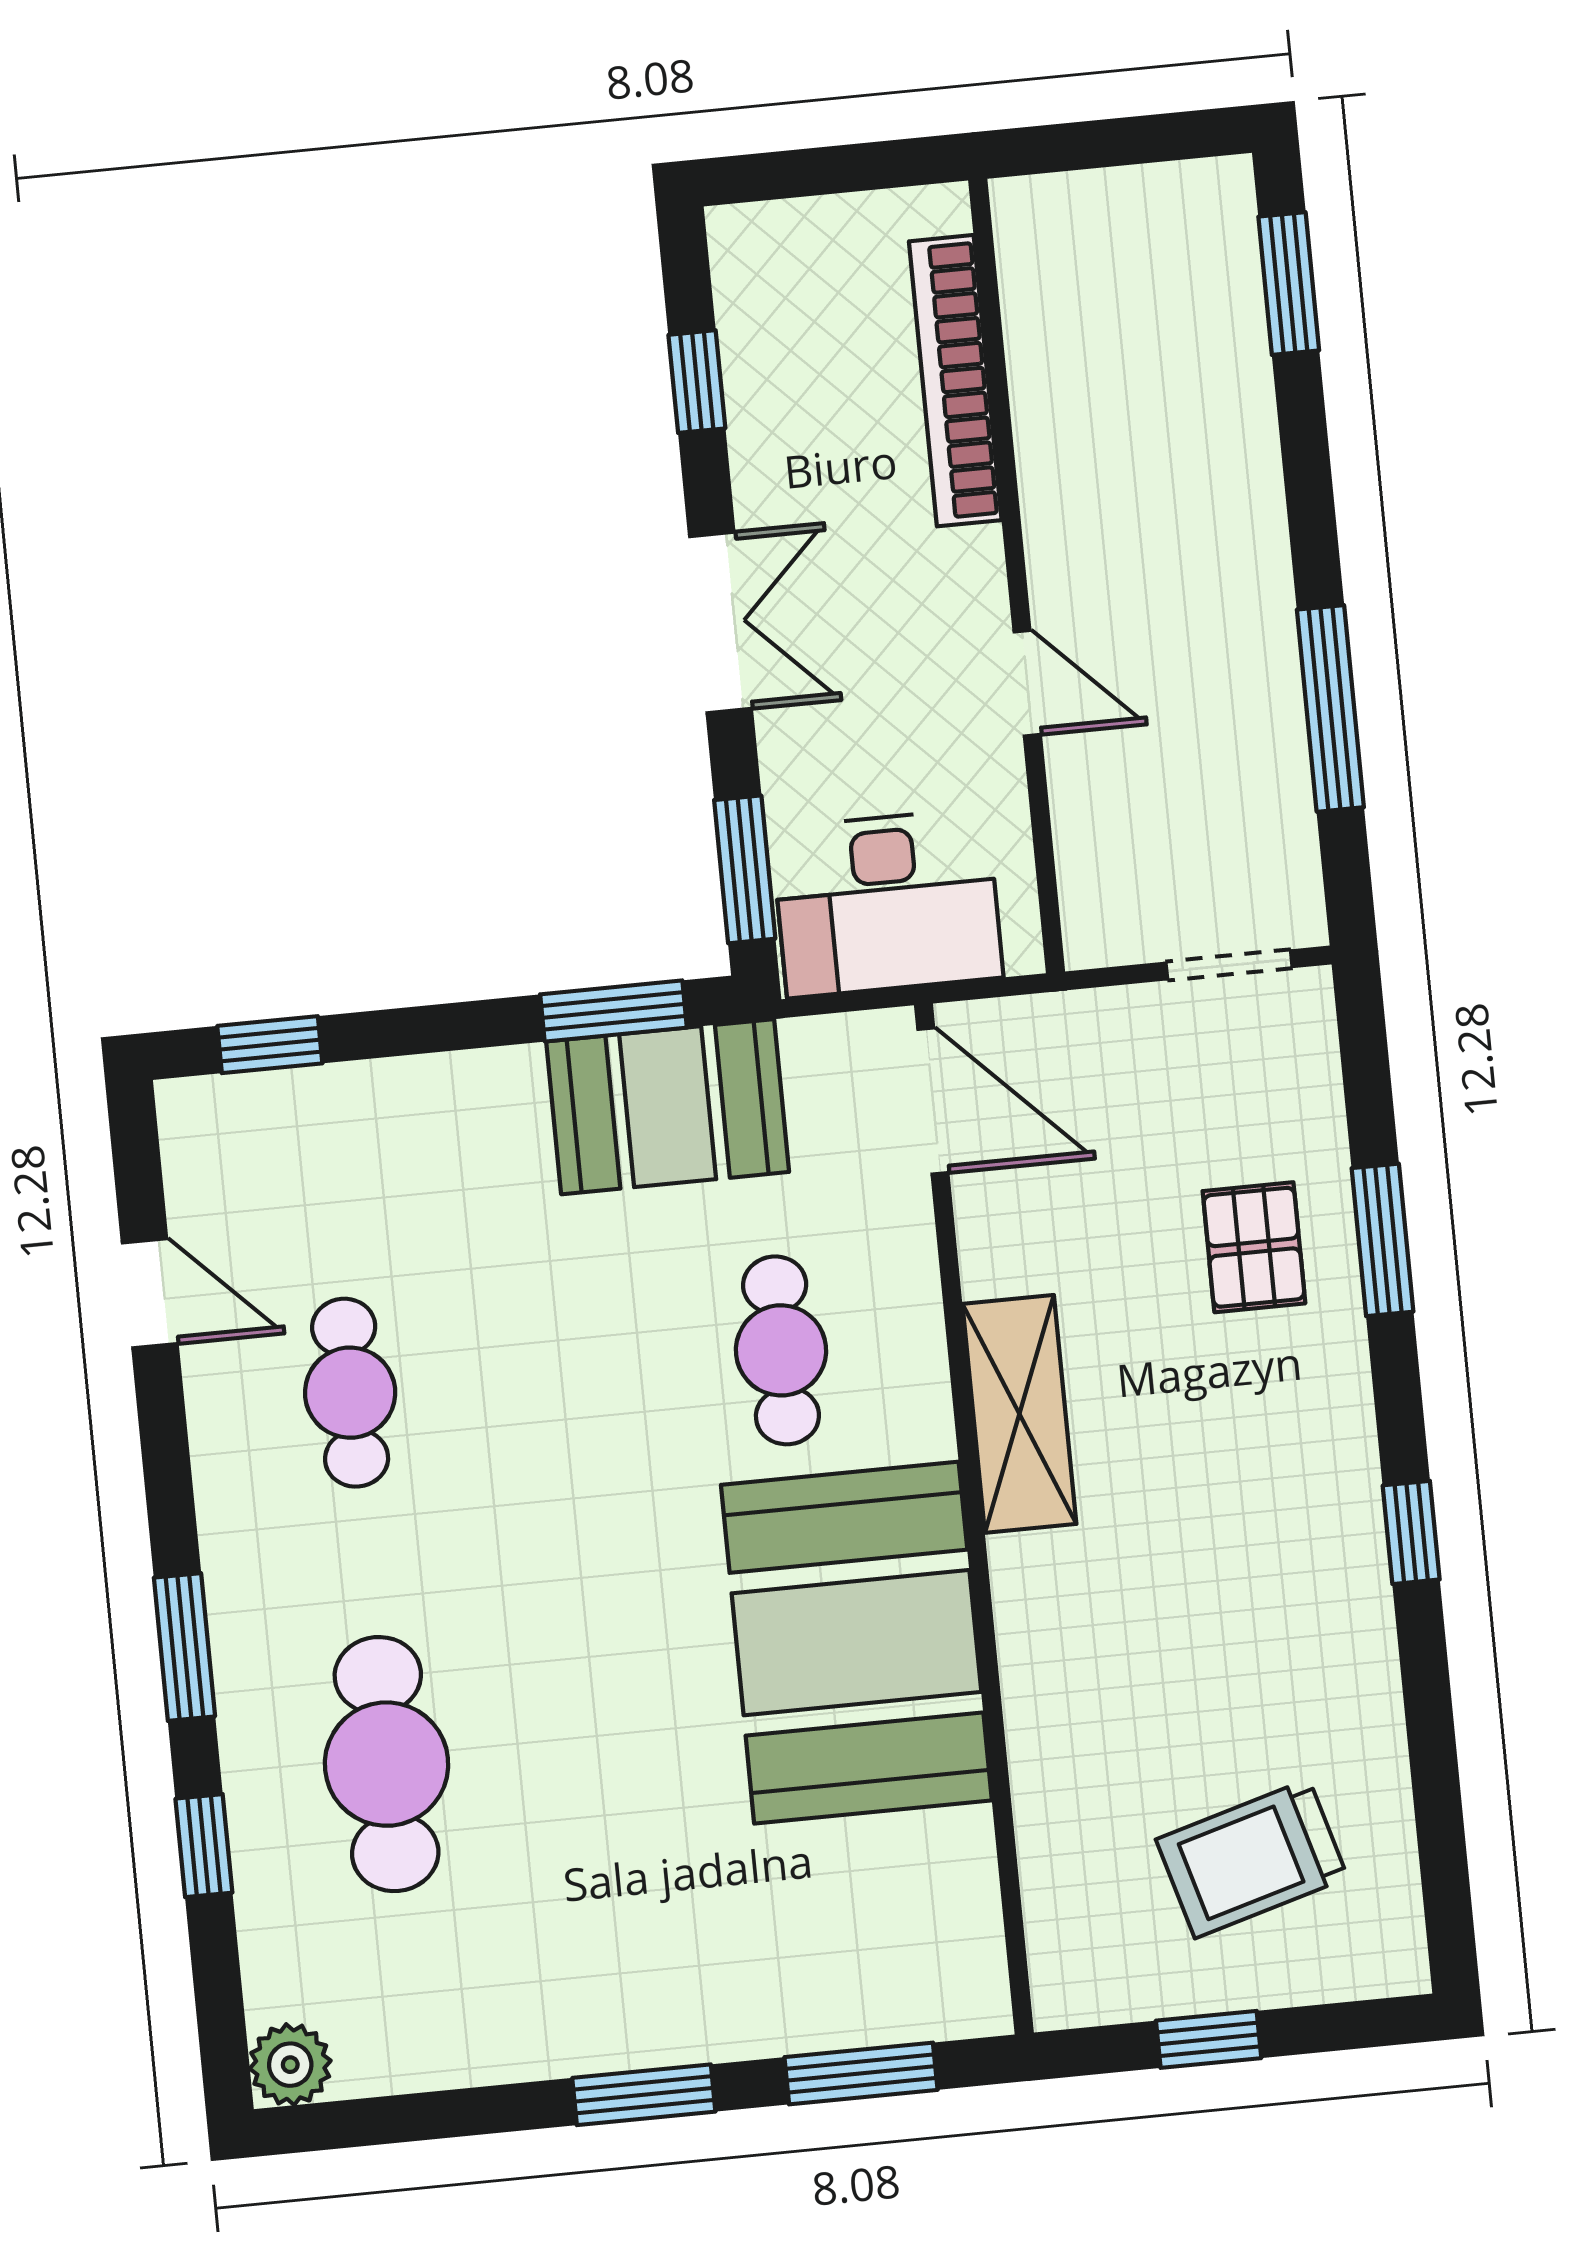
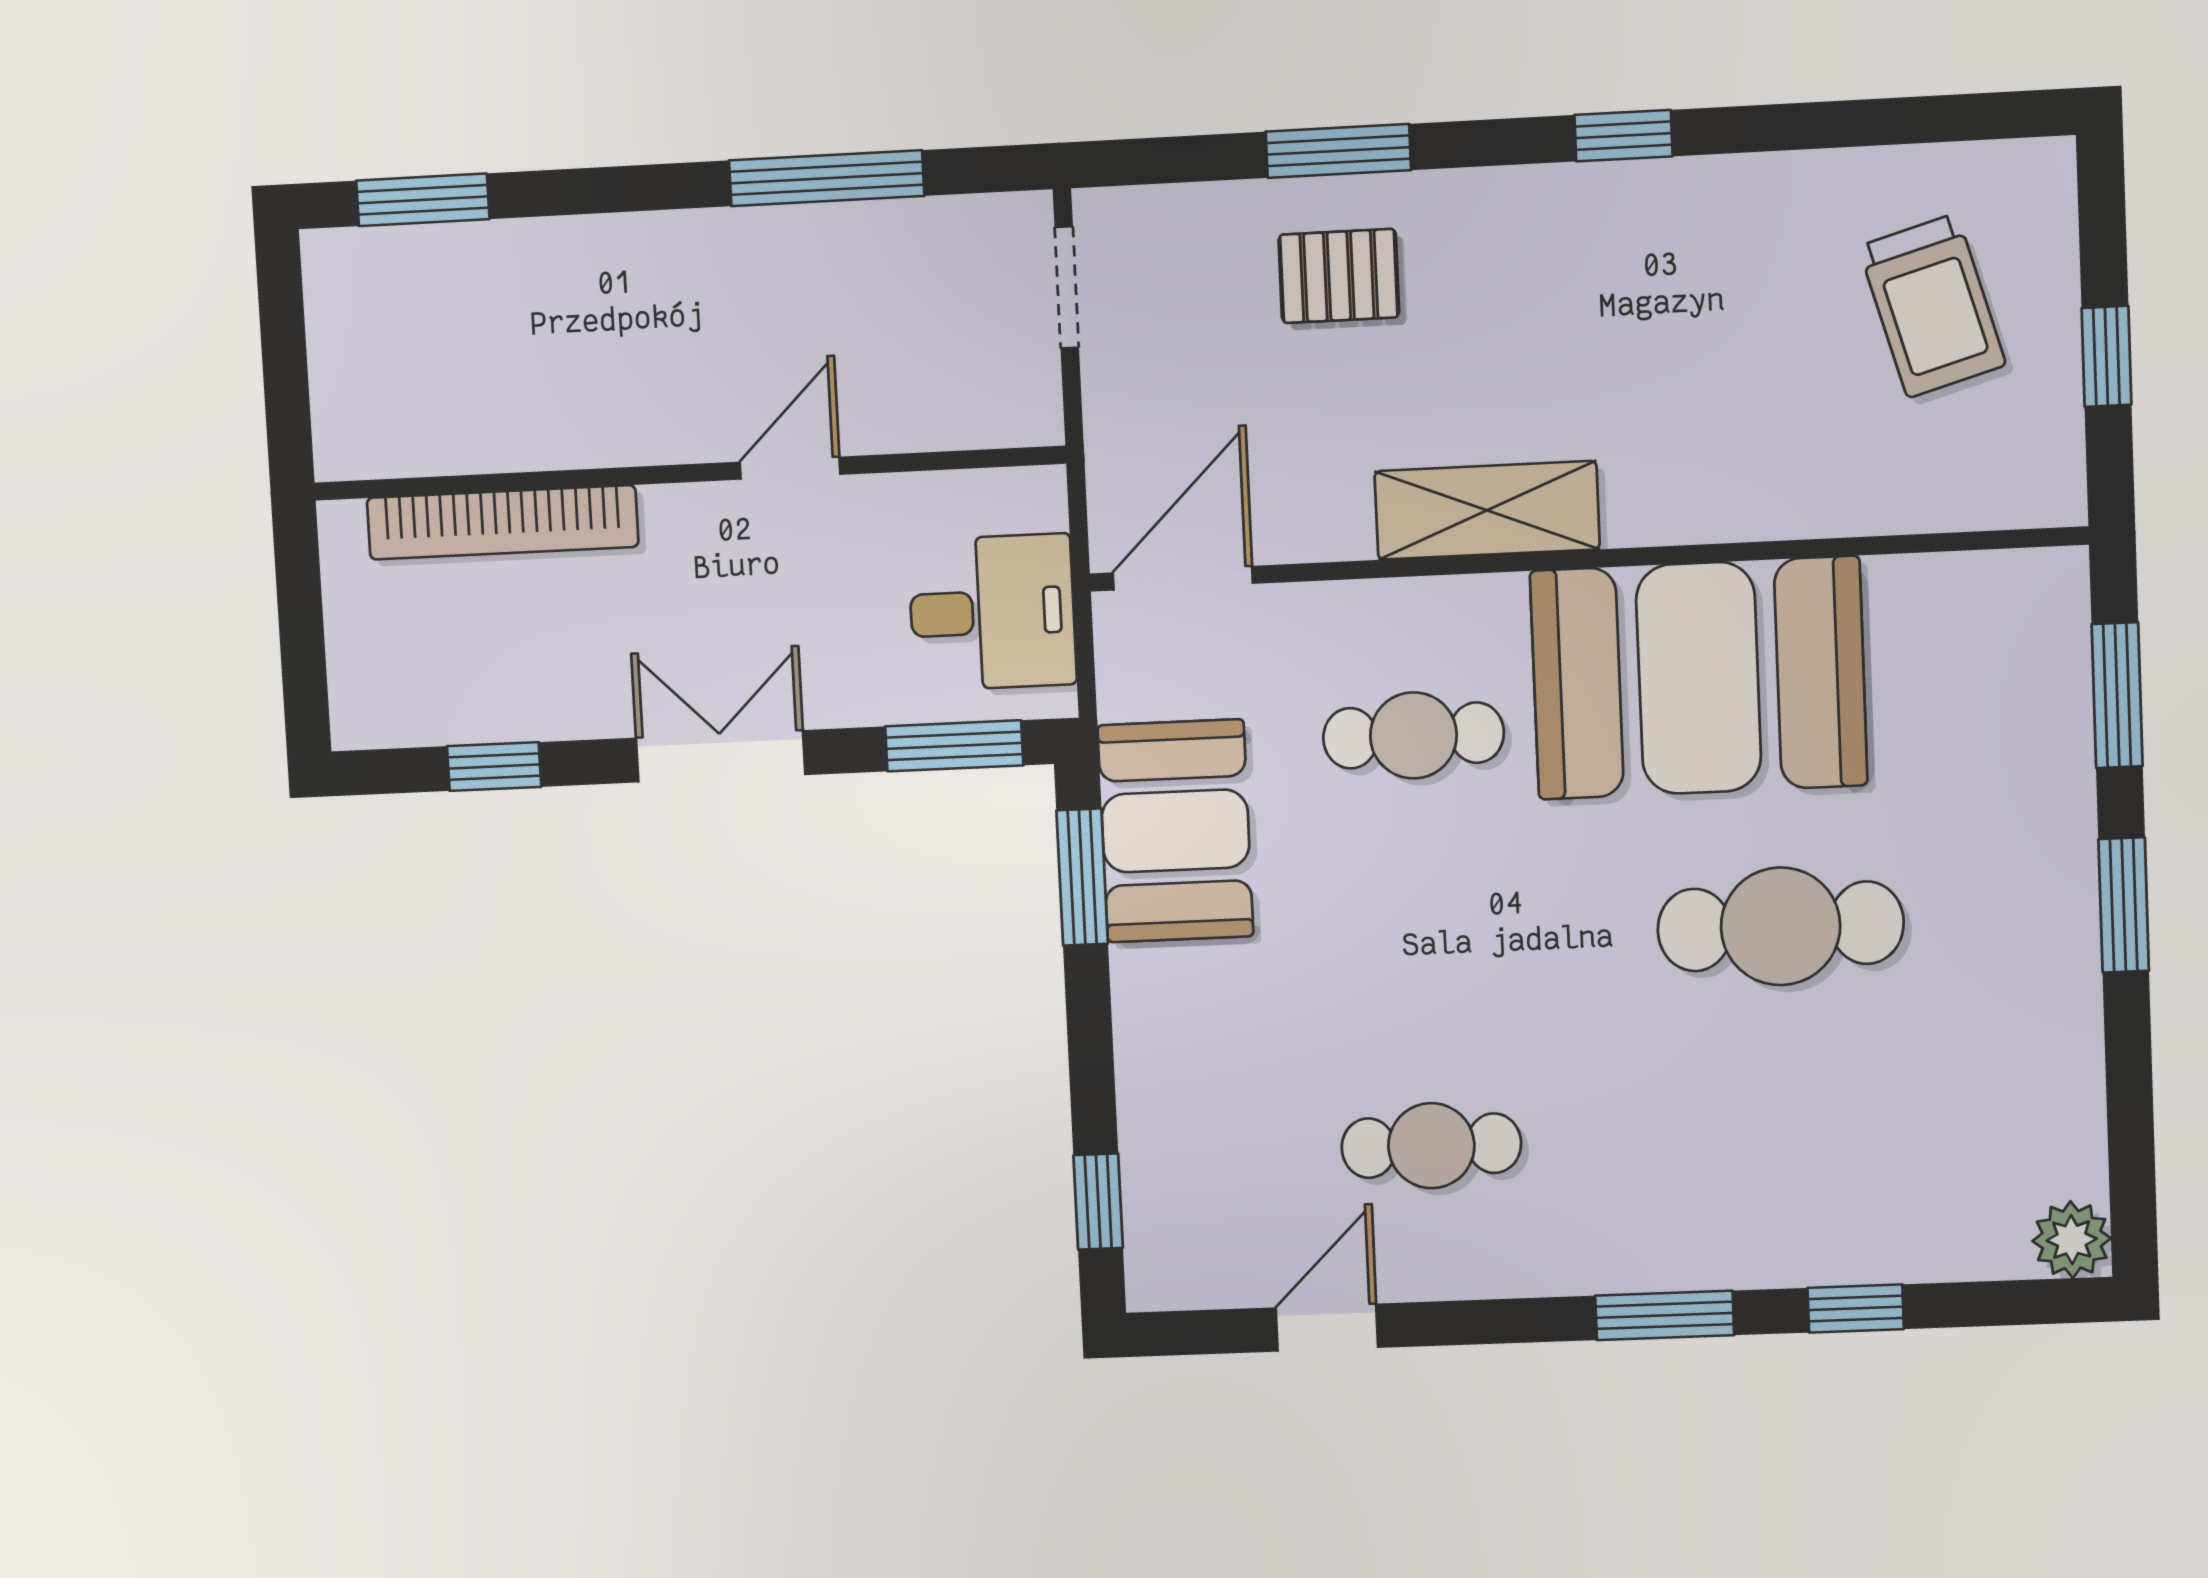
desk: (887, 903) -> (992, 612), width x0.73
cafe table: (387, 1764) -> (1781, 926), moved

